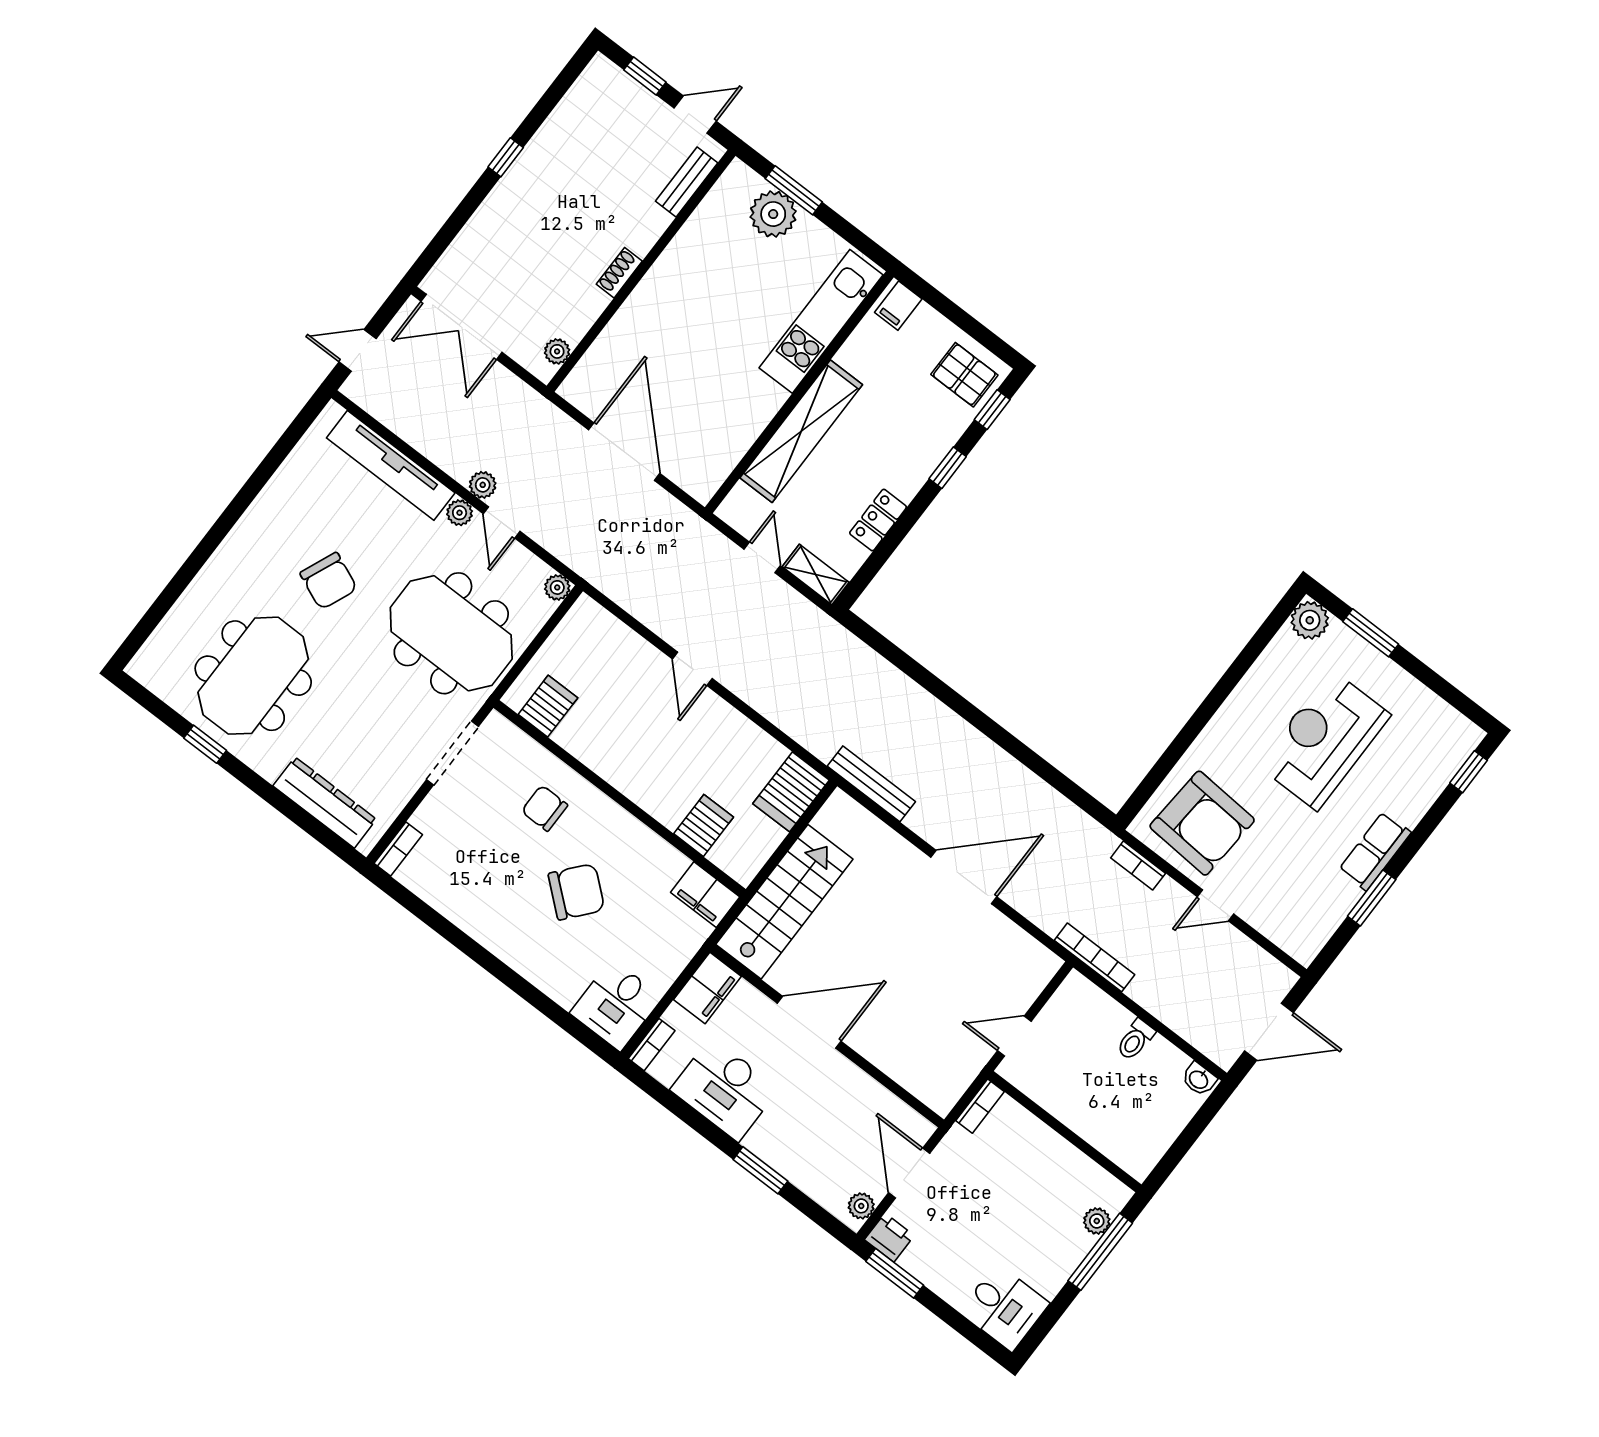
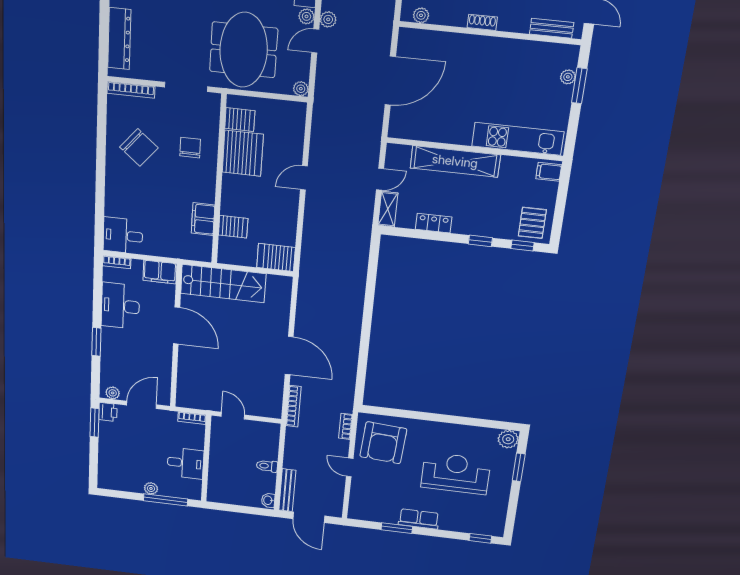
plant: (773, 214) -> (568, 77), width x0.53, depth x0.53
server rack: (600, 735) -> (243, 153), added
bench: (871, 784) -> (287, 490), moved
bookcase: (398, 849) -> (131, 90), width x1.56
chair: (576, 892) -> (139, 147), moved
filing cabinet: (705, 895) -> (203, 219), moved
bookcase: (1094, 957) -> (294, 406), moved
plant: (1097, 1221) -> (151, 488), moved
desk: (1004, 1307) -> (185, 463), moved, turned -90

